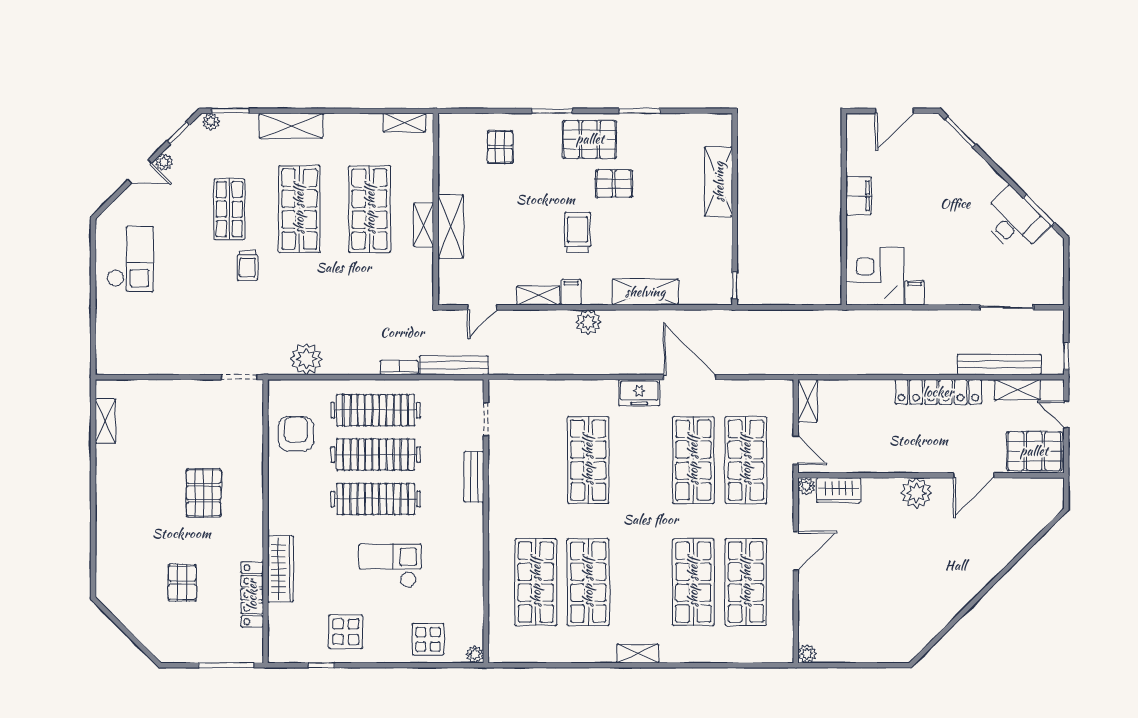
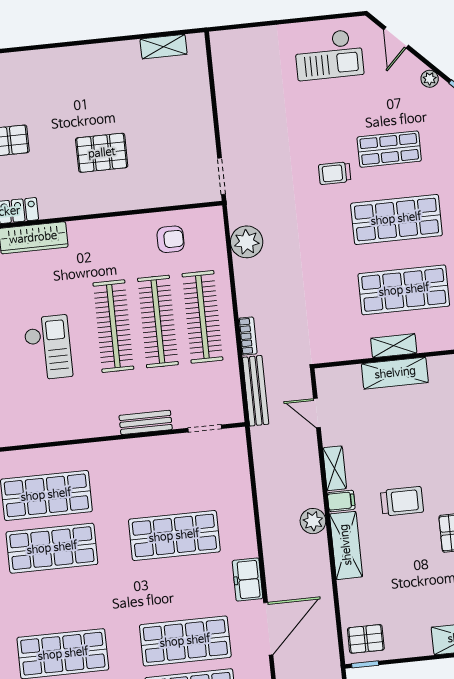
door: (140, 171) -> (396, 37), moved
pallet: (710, 282) -> (366, 639), added
shelving: (645, 292) -> (346, 545), moved
armchair: (296, 434) -> (170, 239), width x0.72, depth x0.72

